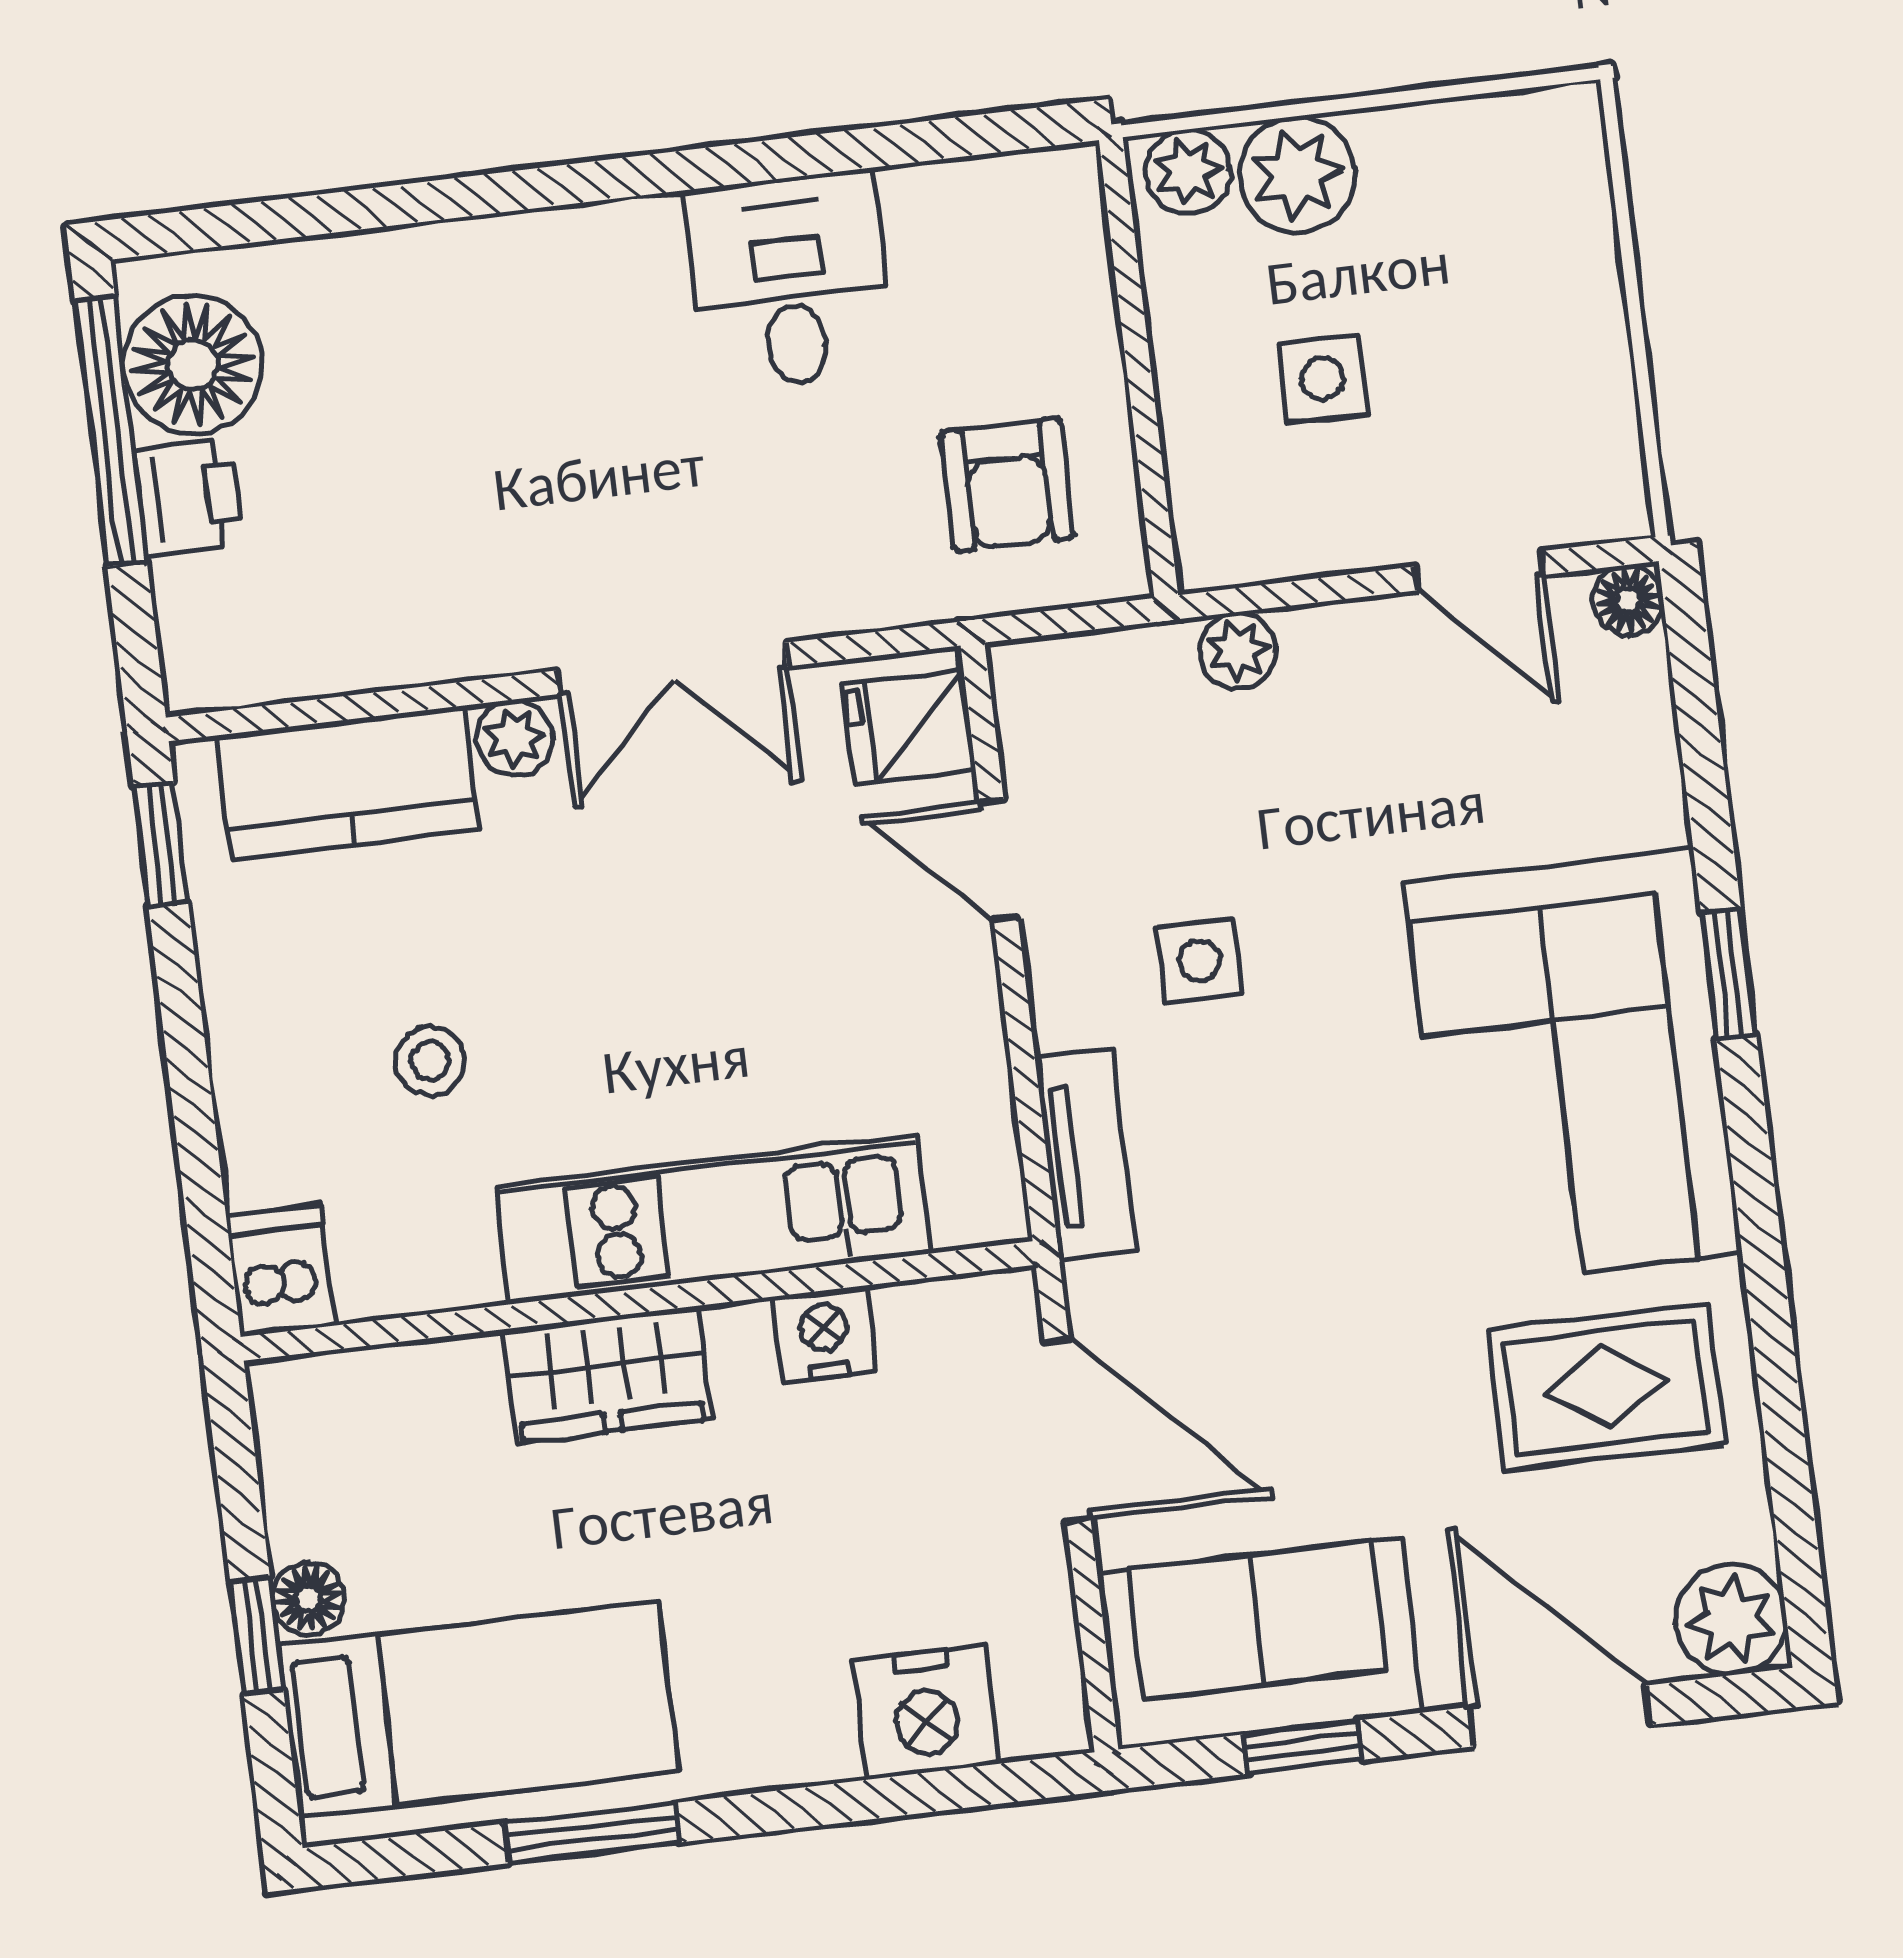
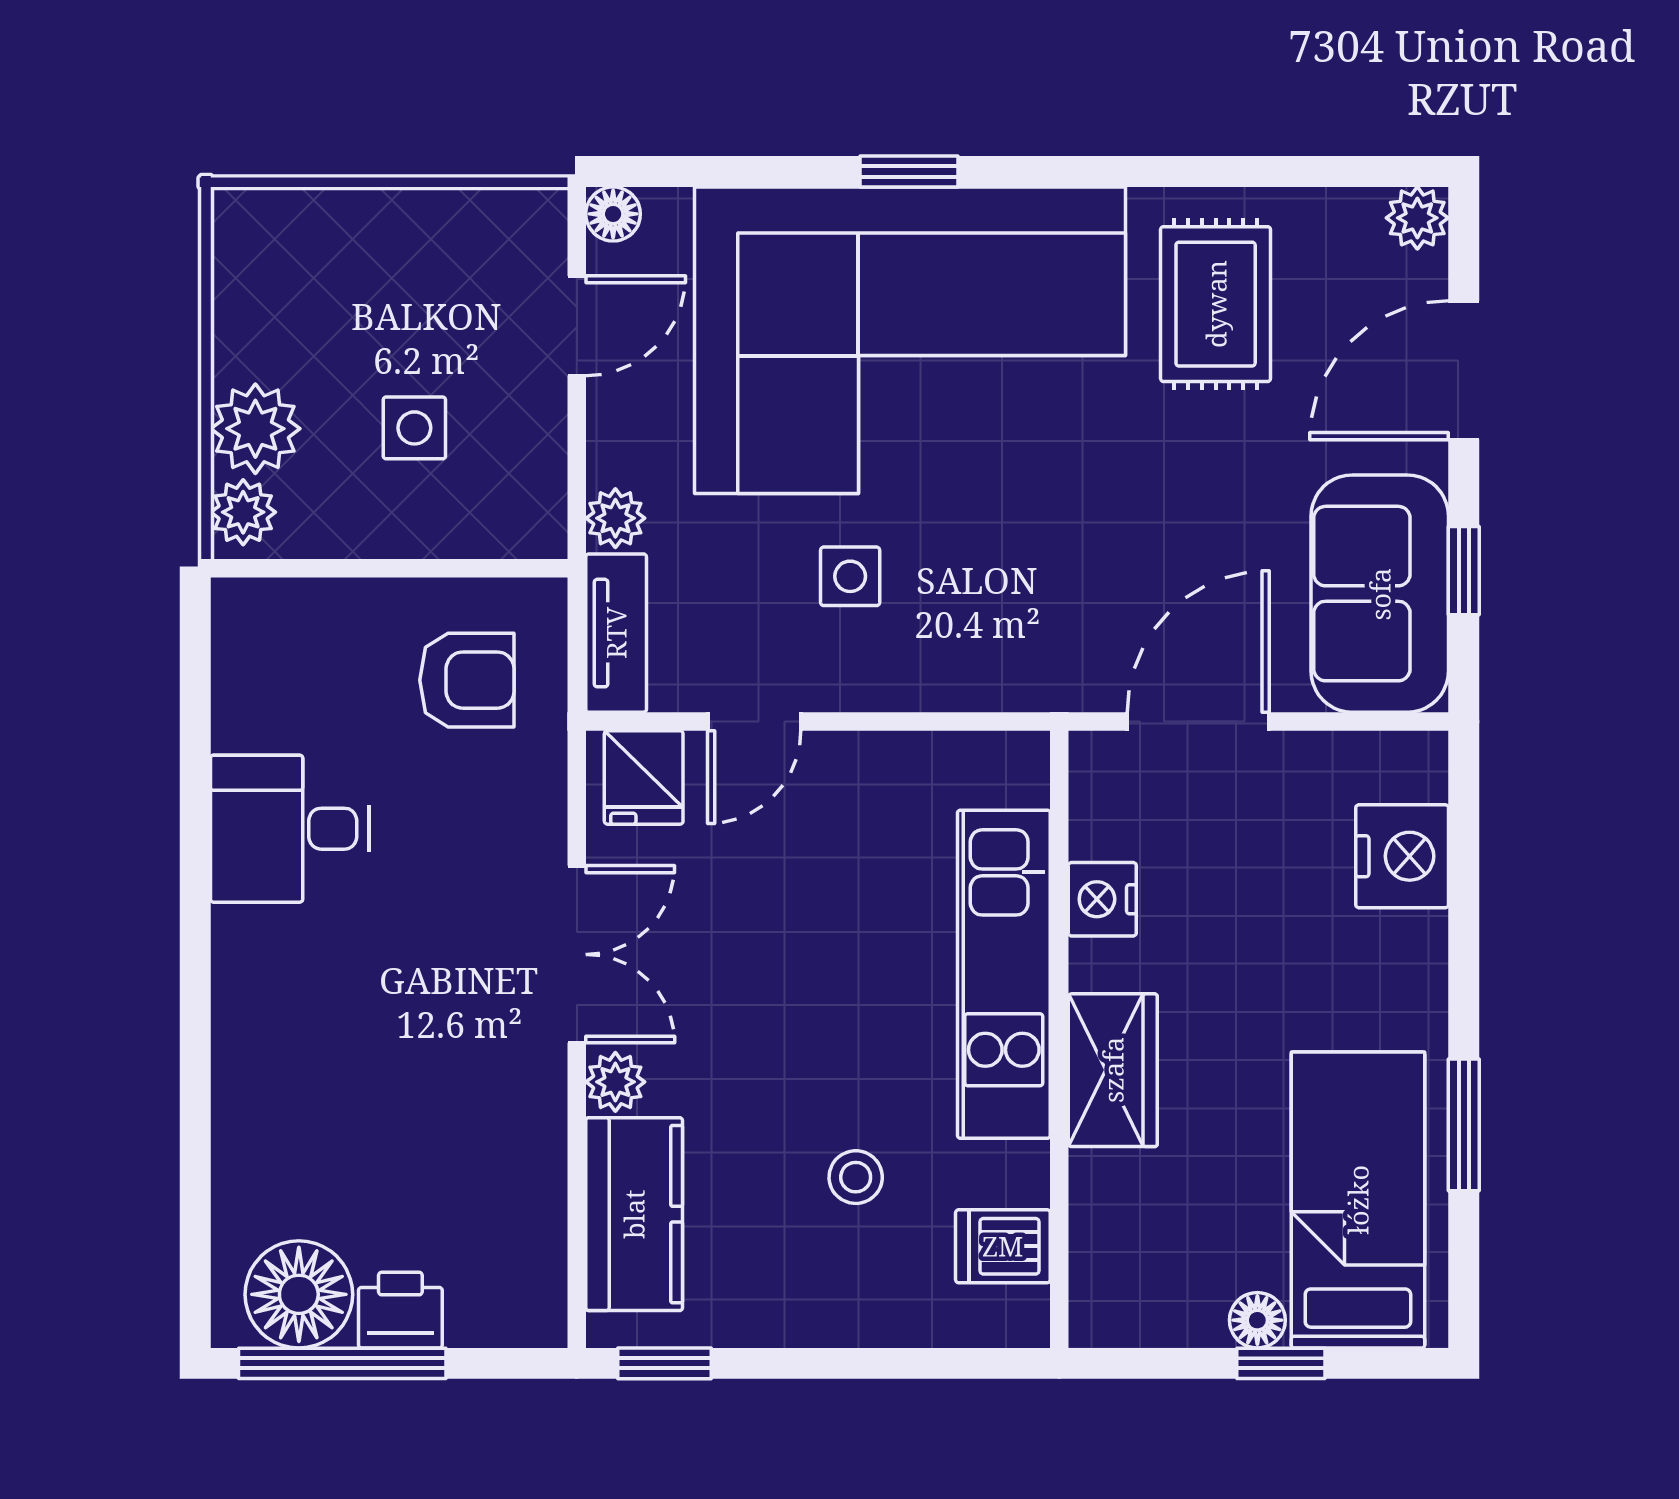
corner sofa: (1573, 1068) -> (910, 340), width x1.36, depth x1.36
tv unit: (1086, 1154) -> (616, 633), moved, turned 90
dishwasher: (280, 1271) -> (1003, 1246), moved
plant: (1731, 1620) -> (1417, 218), width x0.73, depth x0.73

